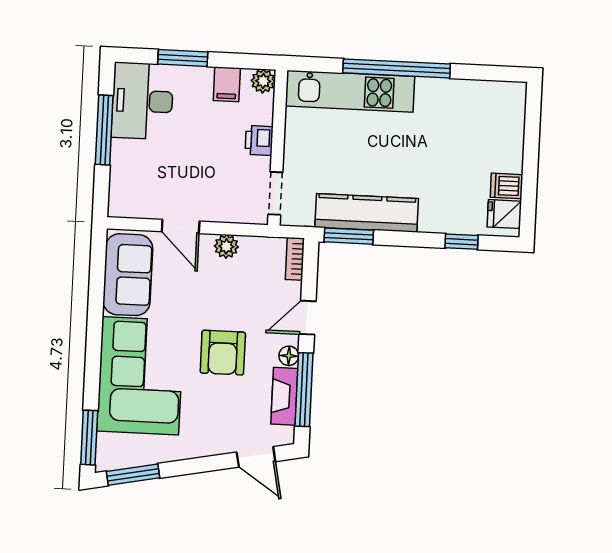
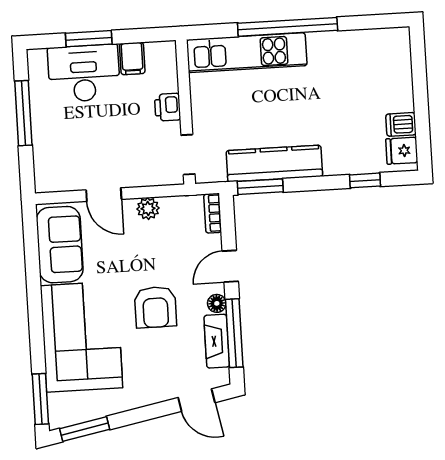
plant: (263, 81) -> (165, 52), removed
desk: (142, 101) -> (84, 73), moved, turned 90

